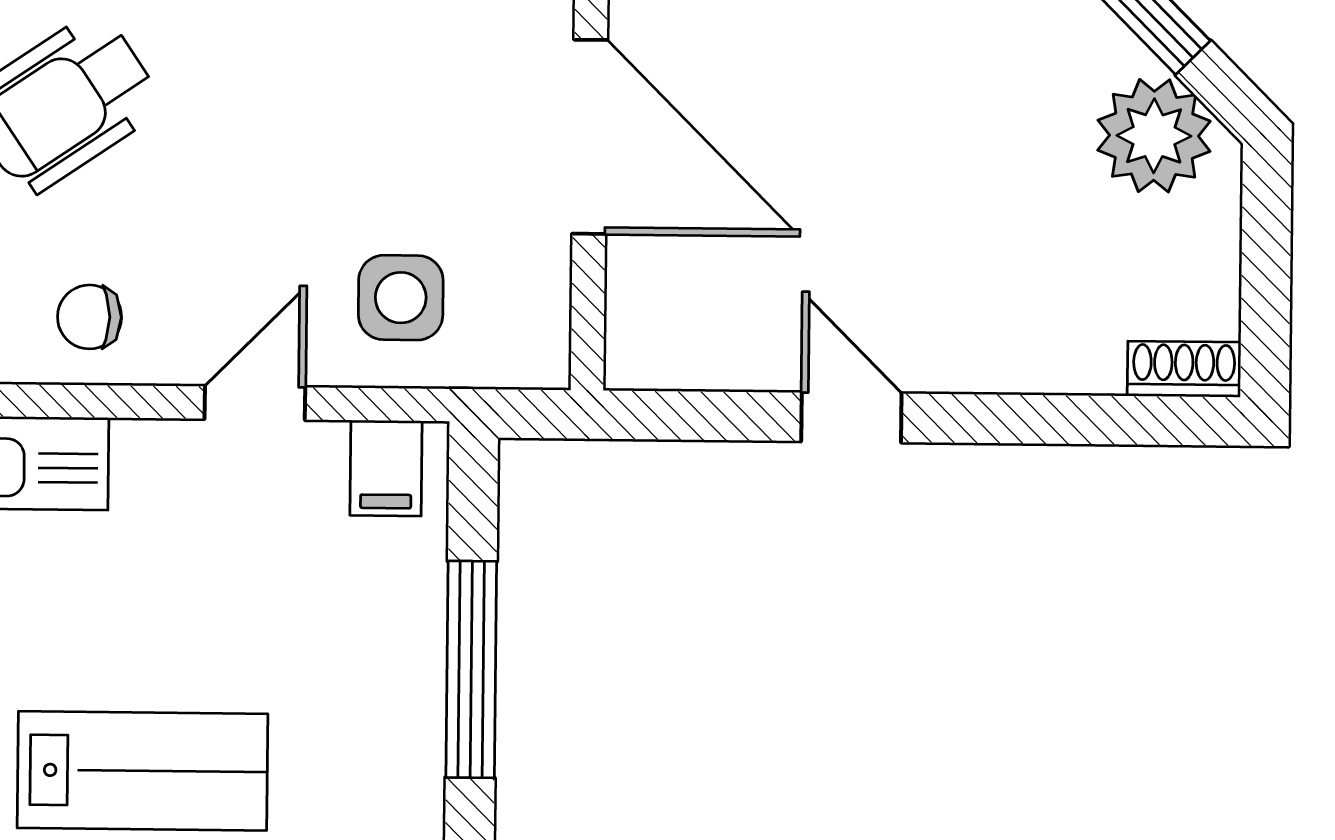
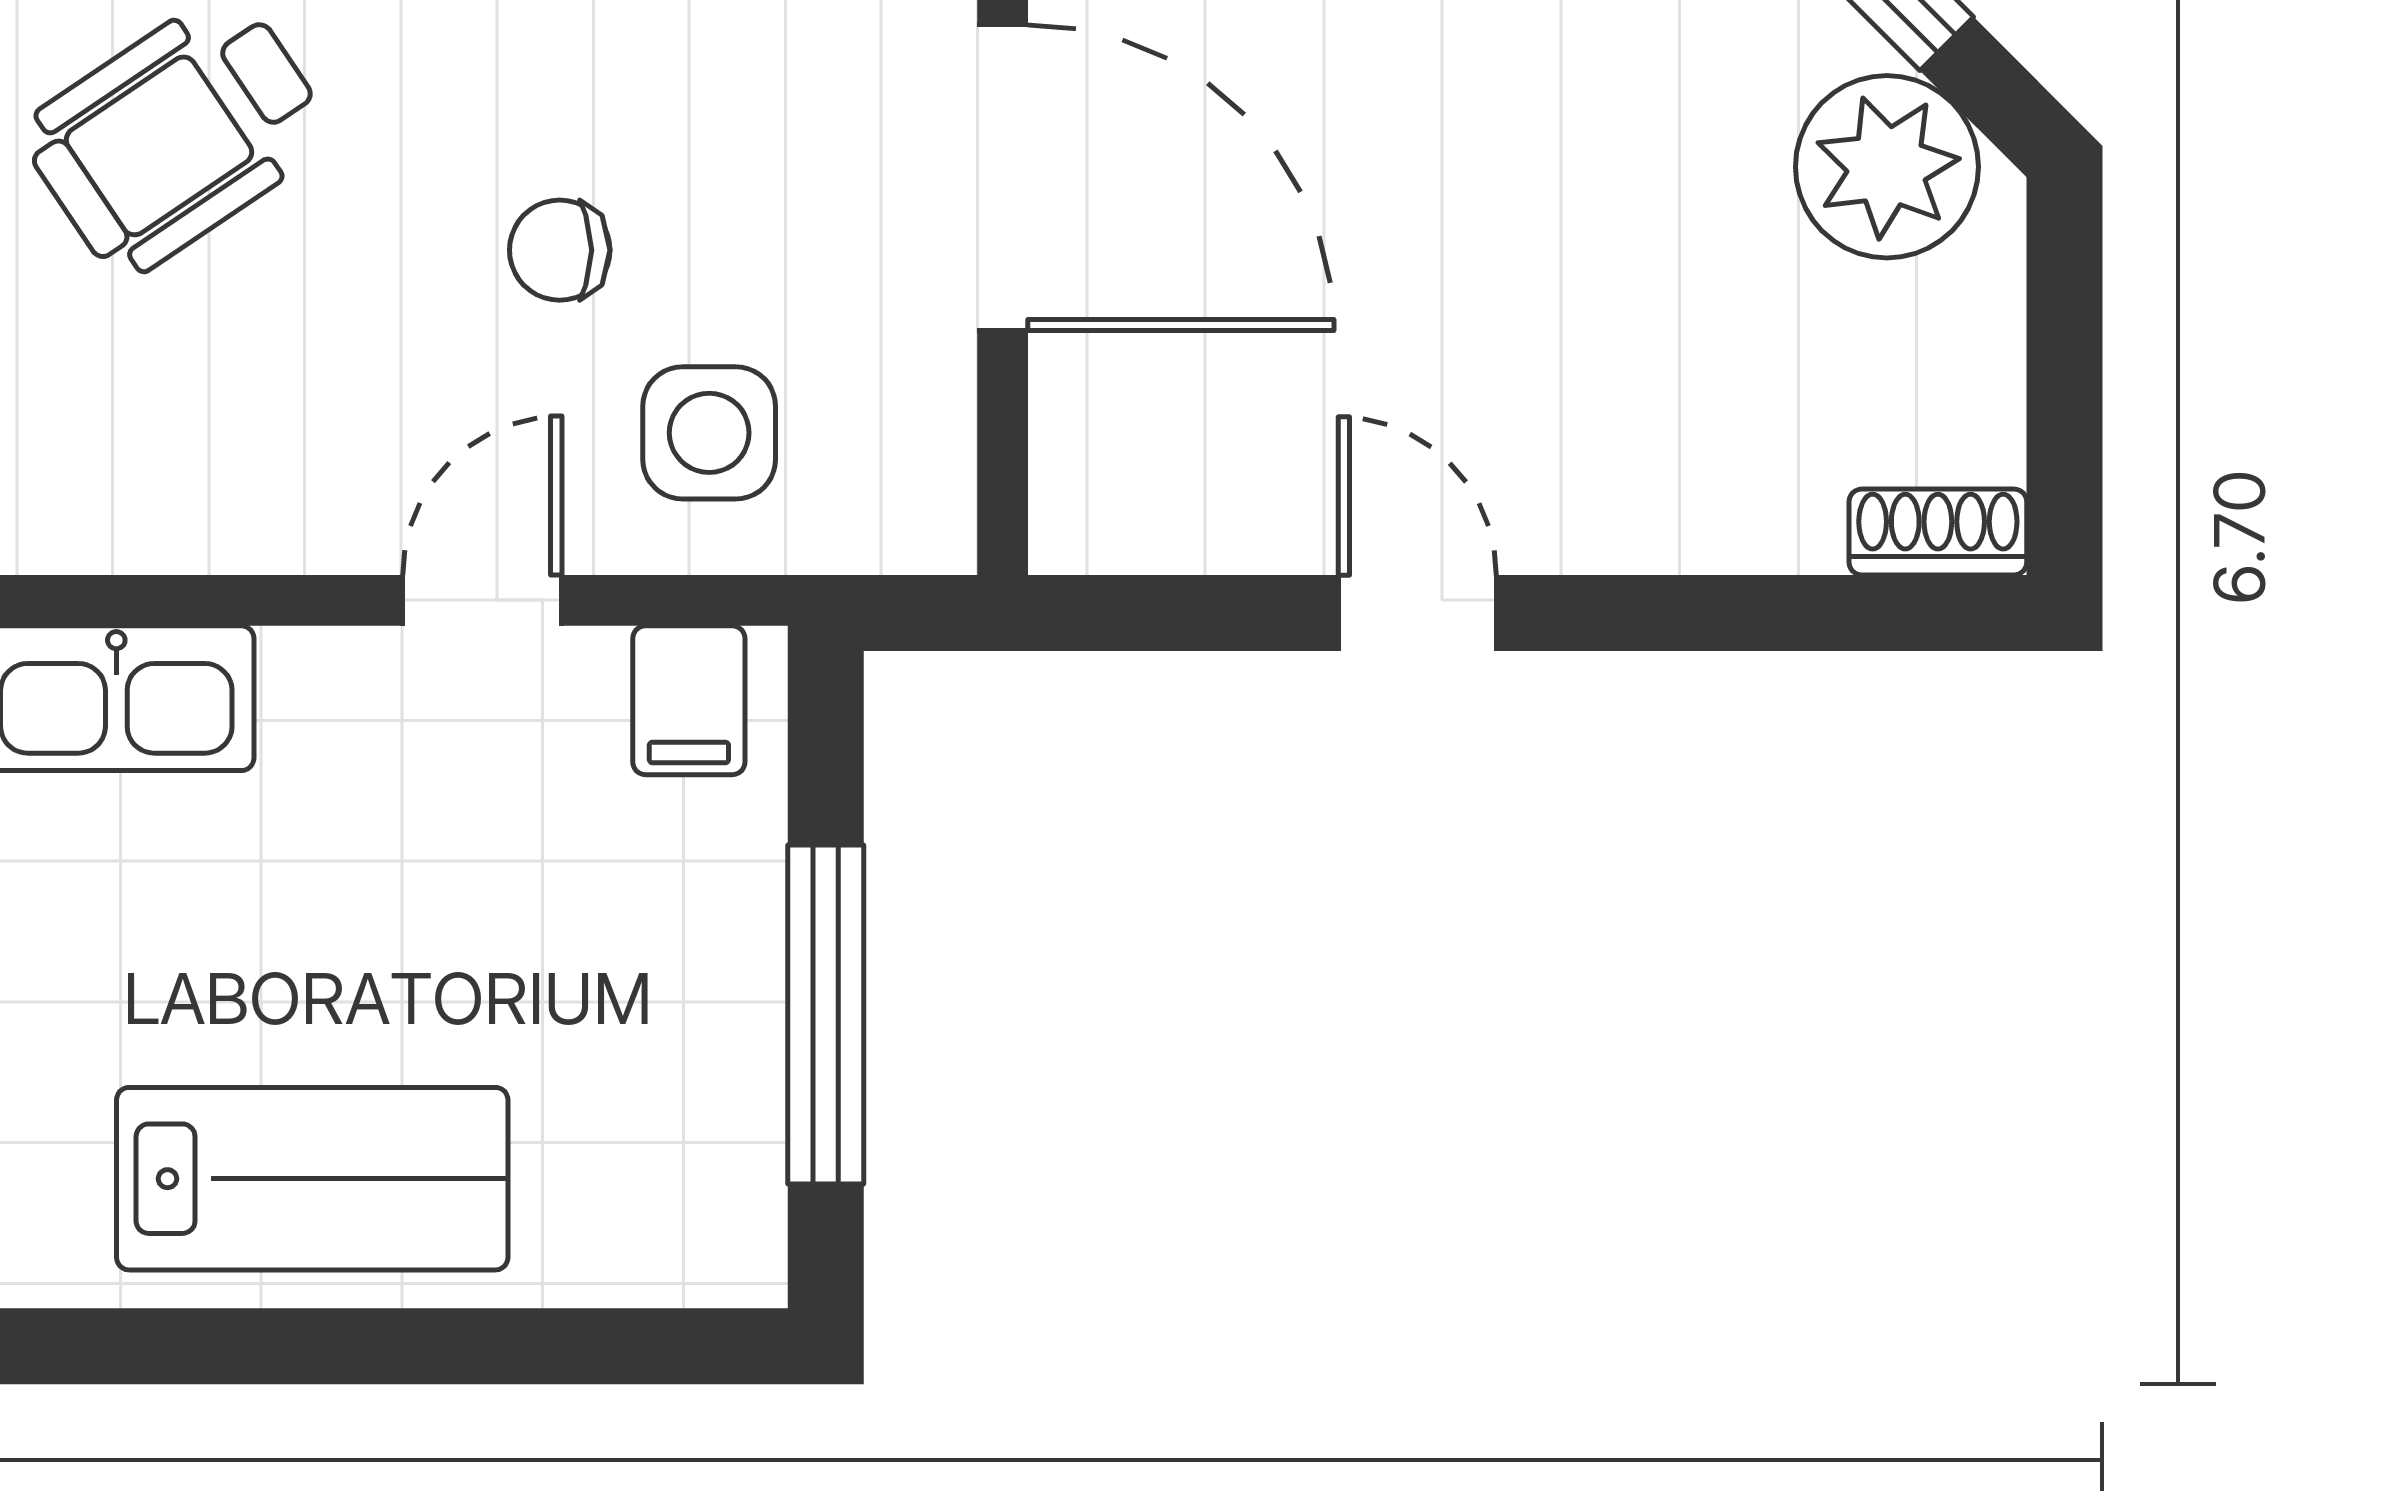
chair: (90, 317) -> (560, 250), moved

